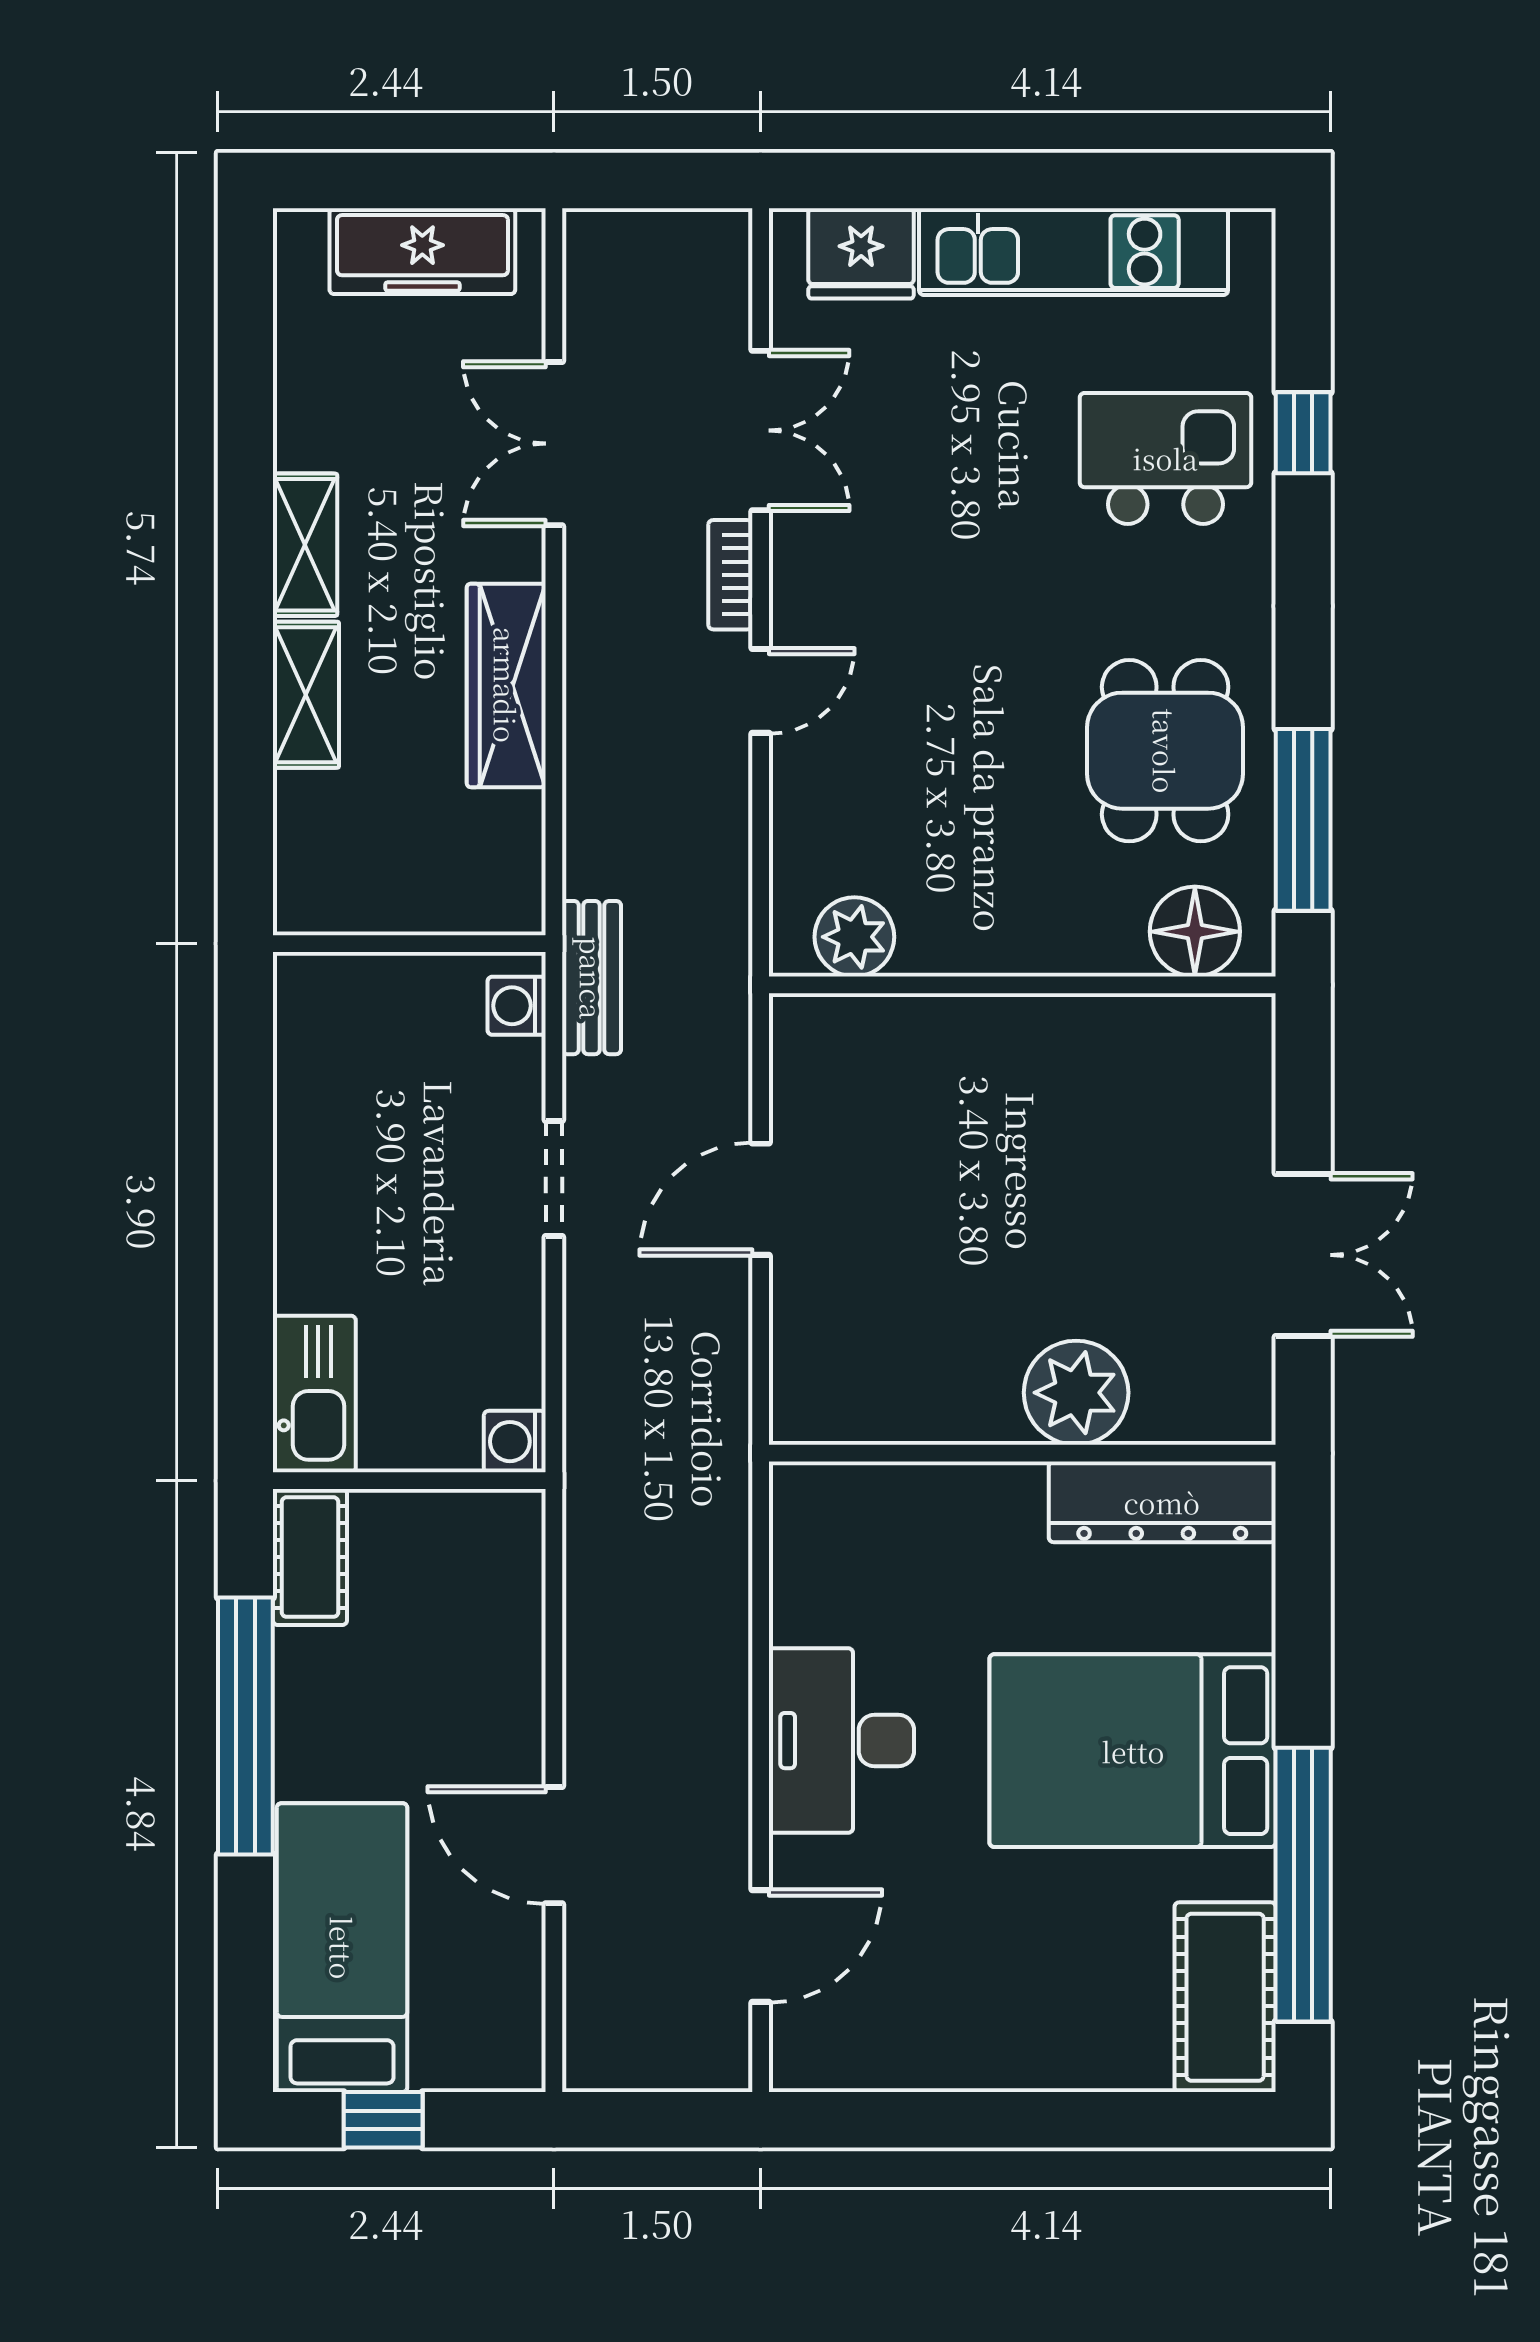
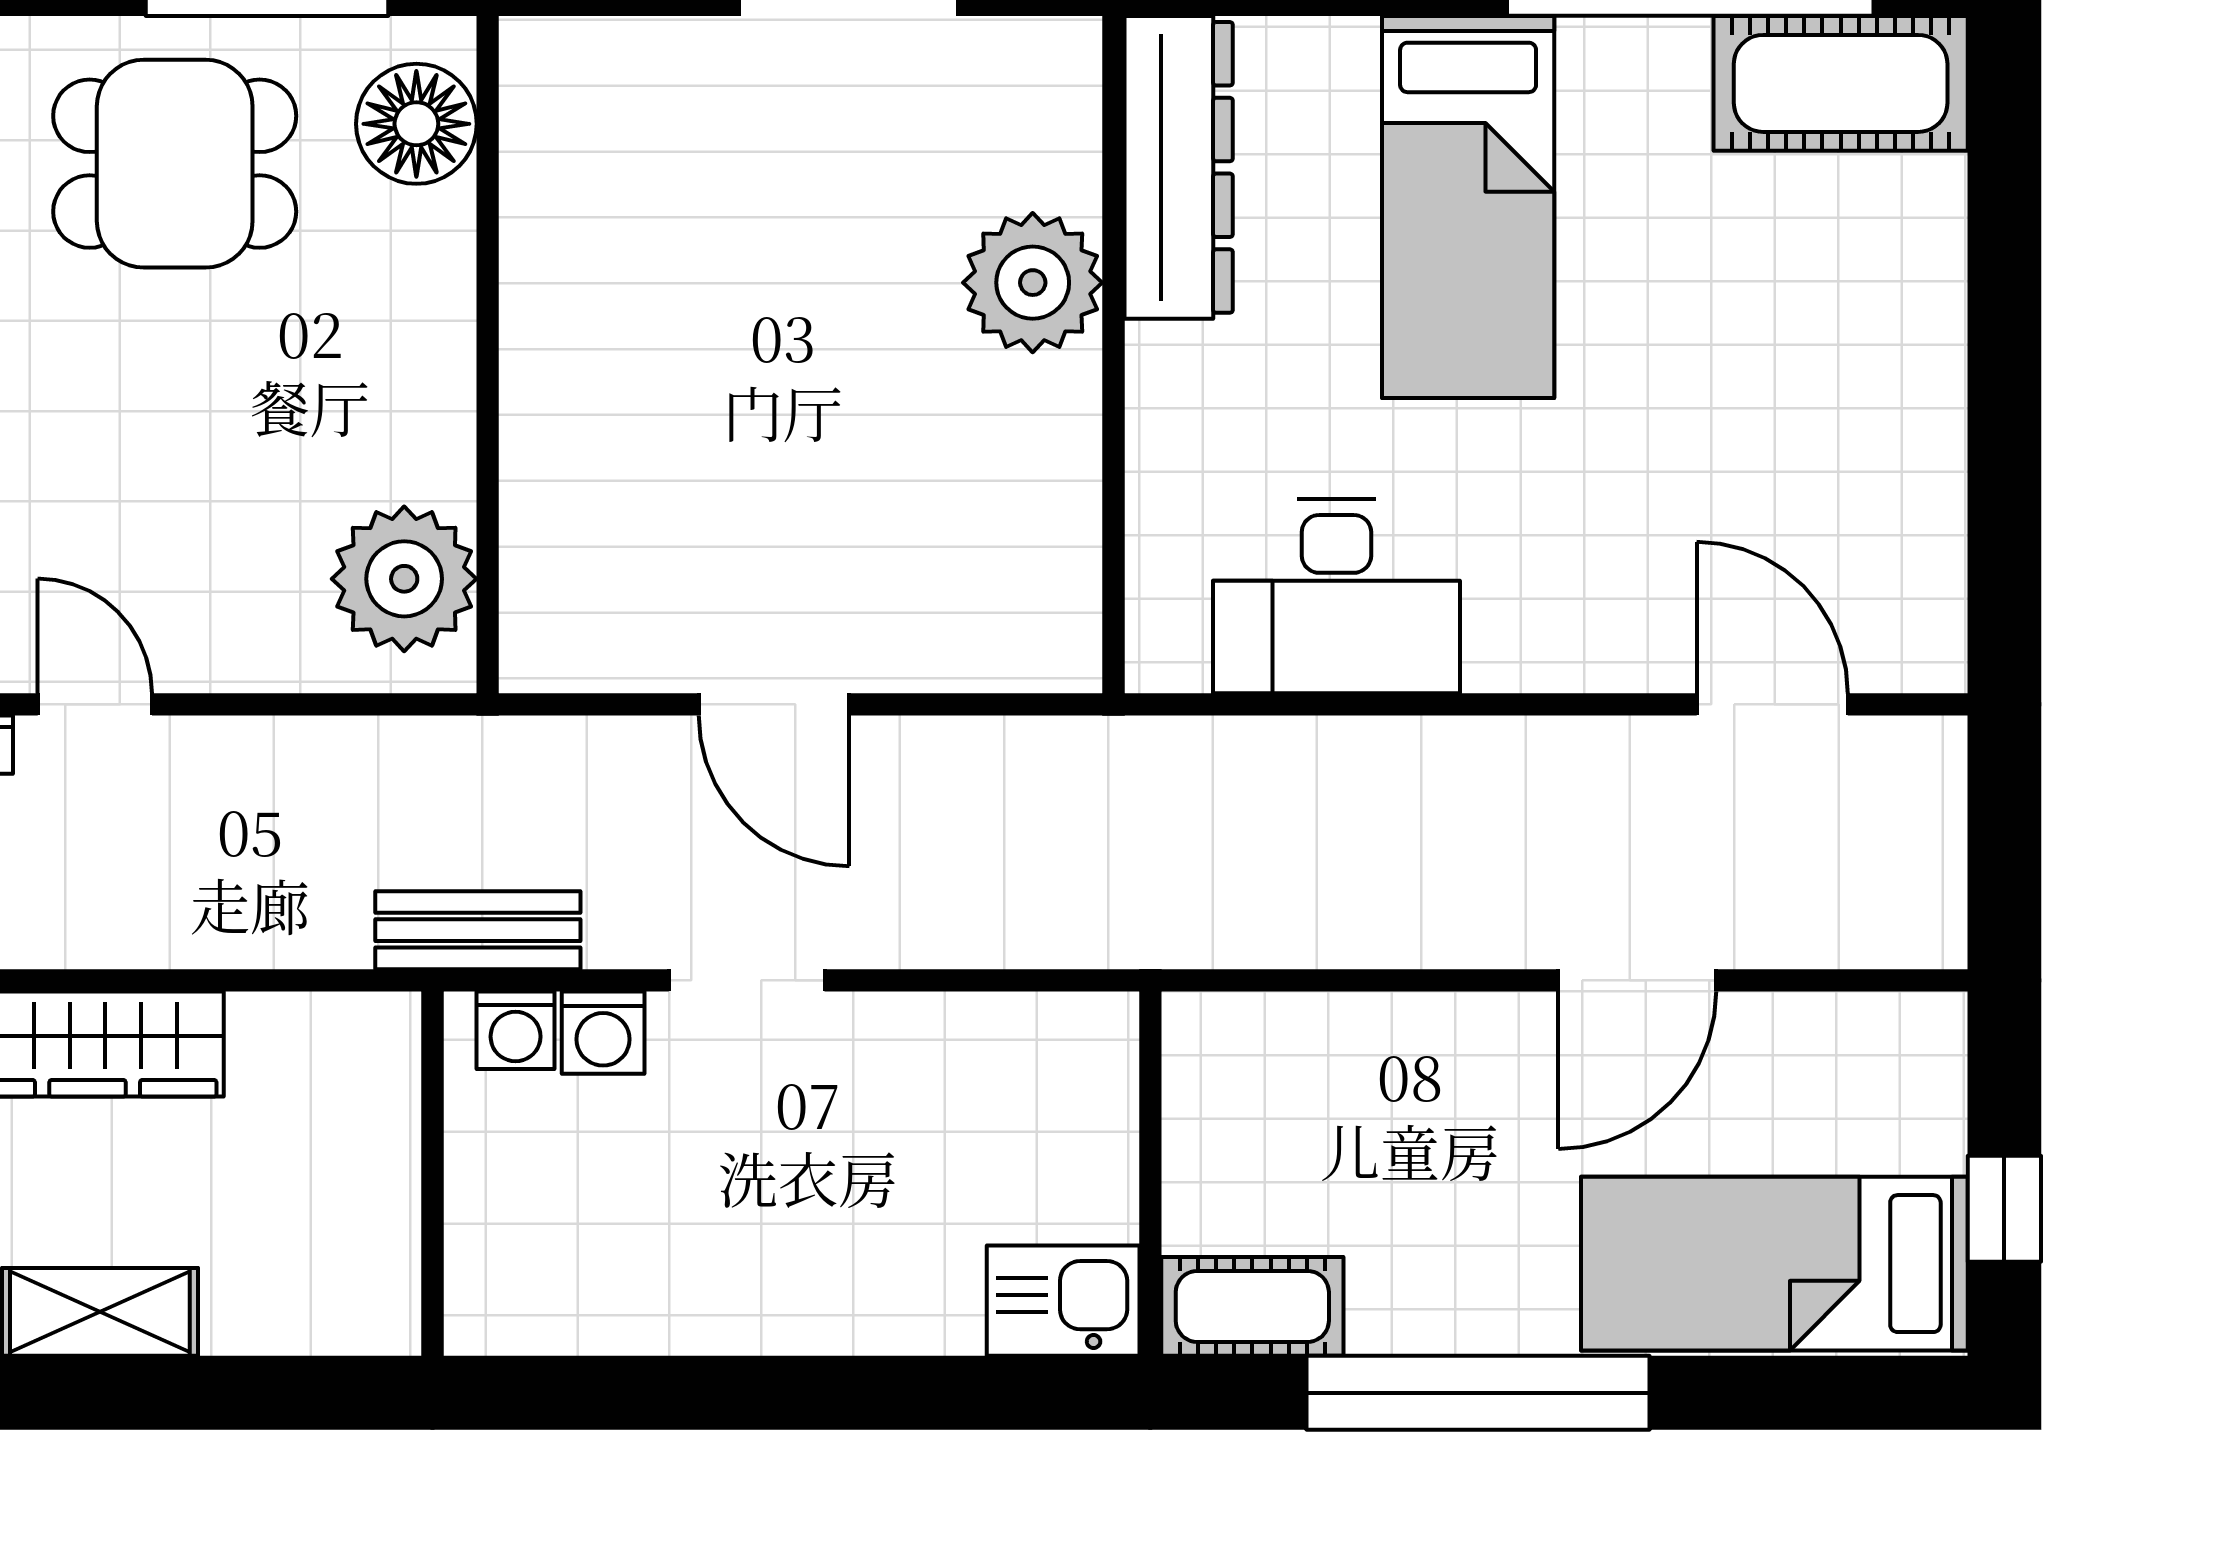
plant: (854, 937) -> (404, 579), width x1.36, depth x1.36
kitchen sink: (314, 1394) -> (1063, 1301), width x0.73
washing machine: (515, 1442) -> (603, 1033), moved
desk: (841, 1741) -> (1336, 596), moved
bed: (1133, 1751) -> (1468, 207), width x0.67

